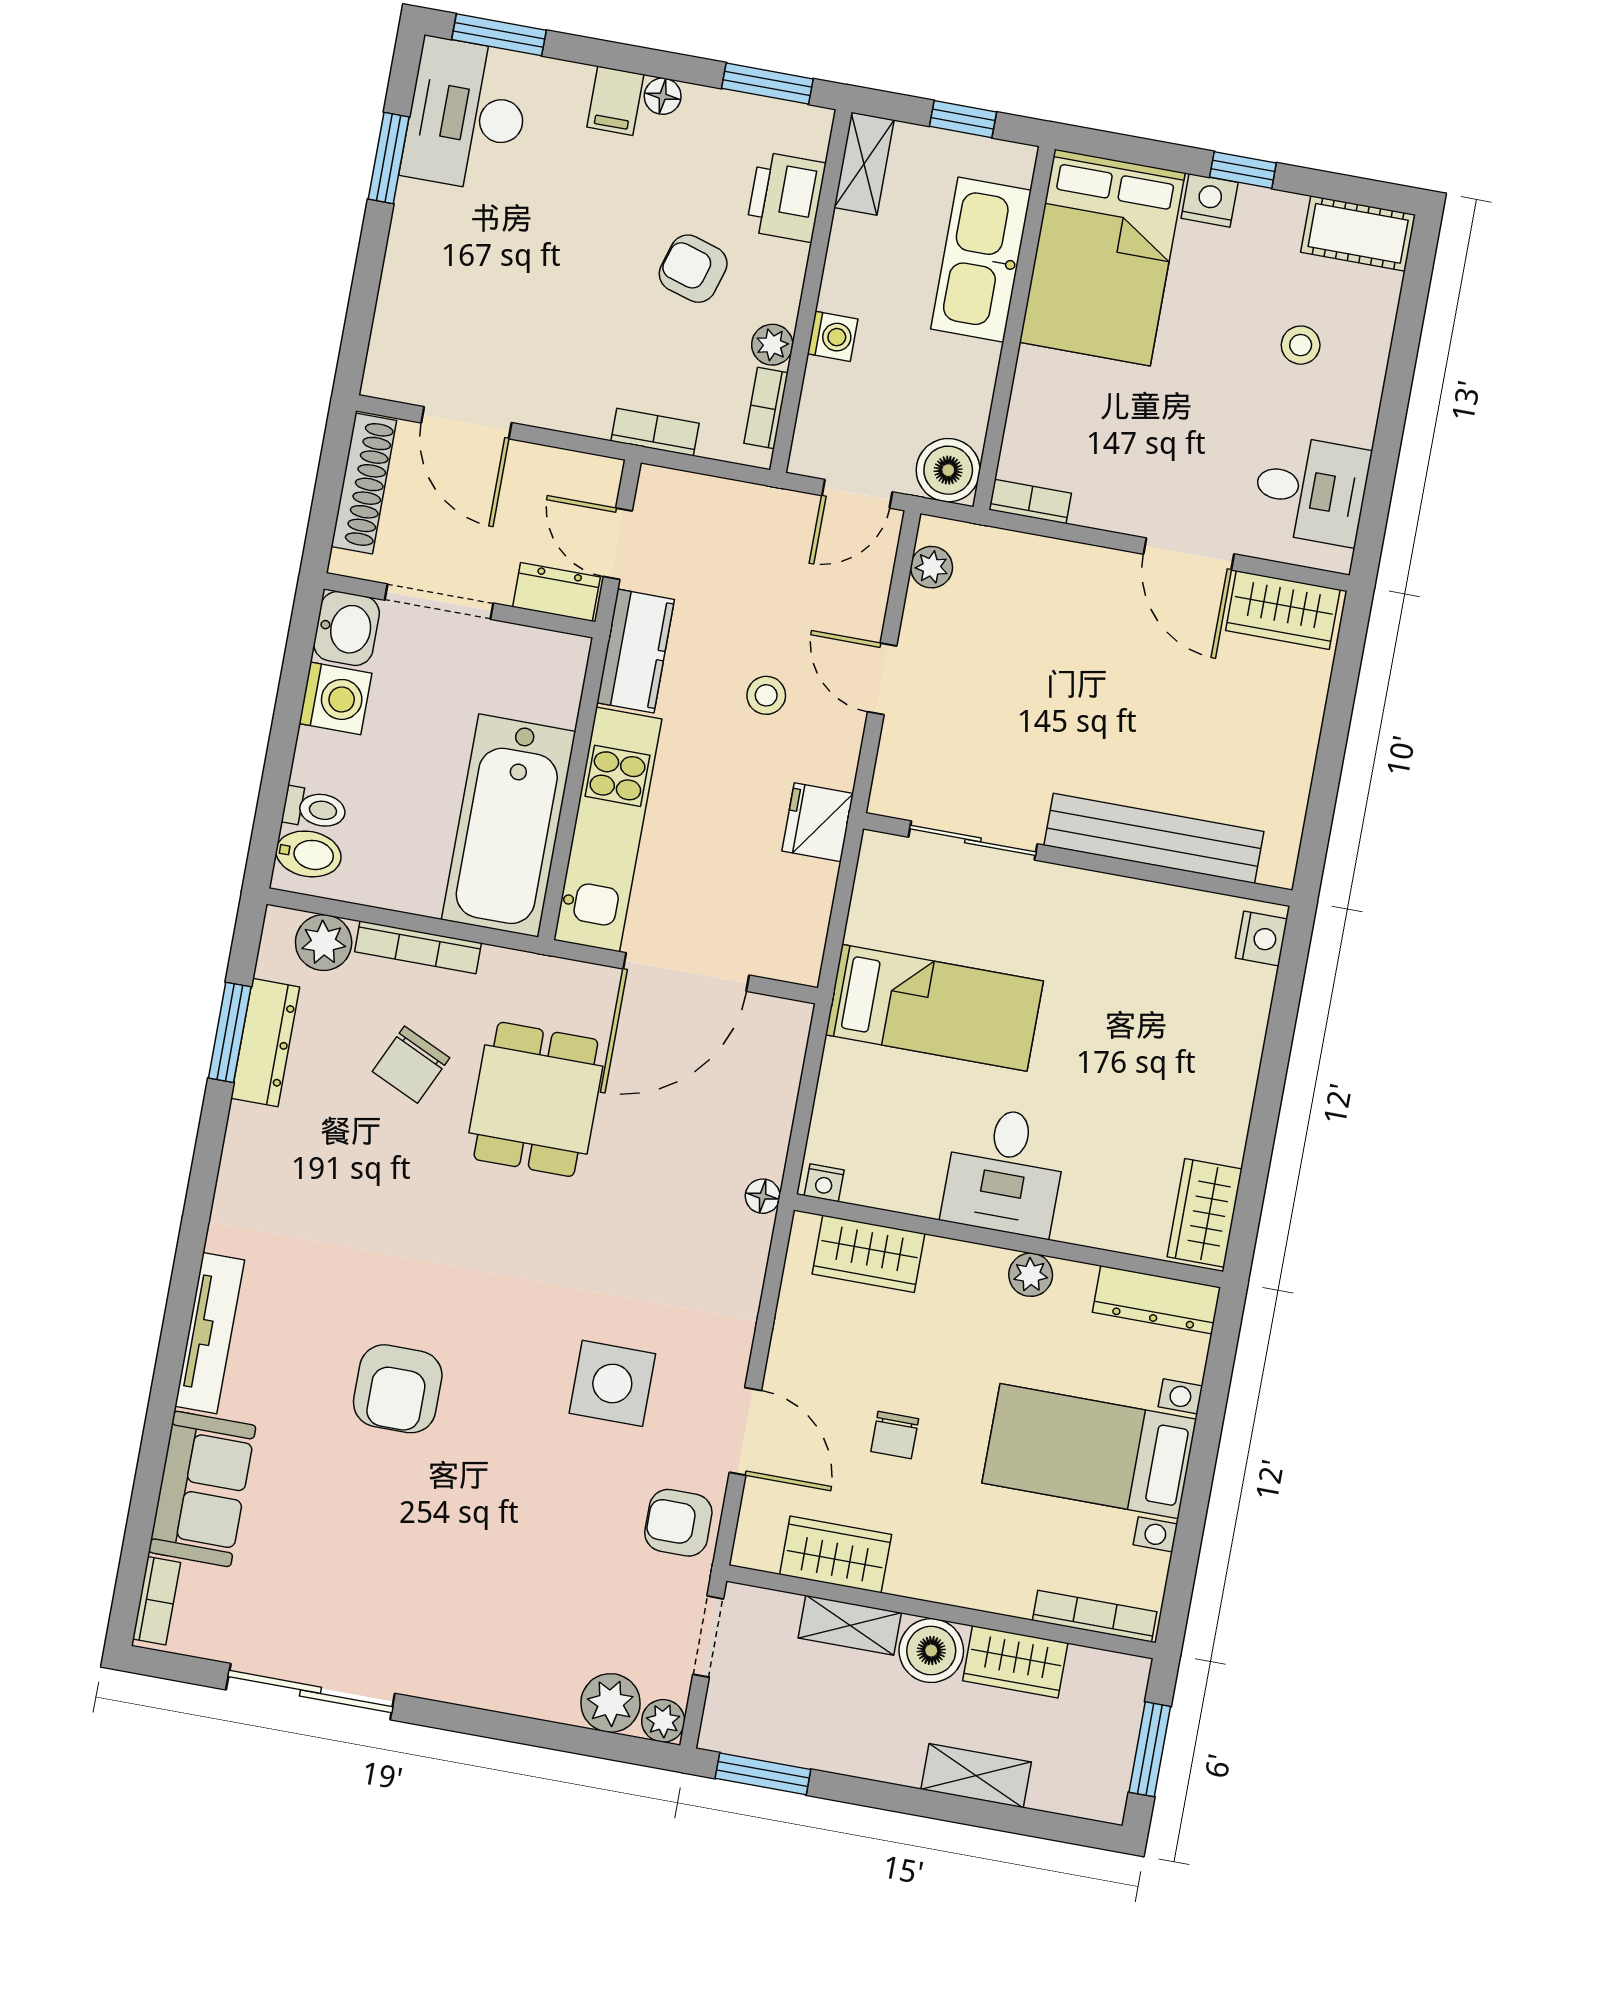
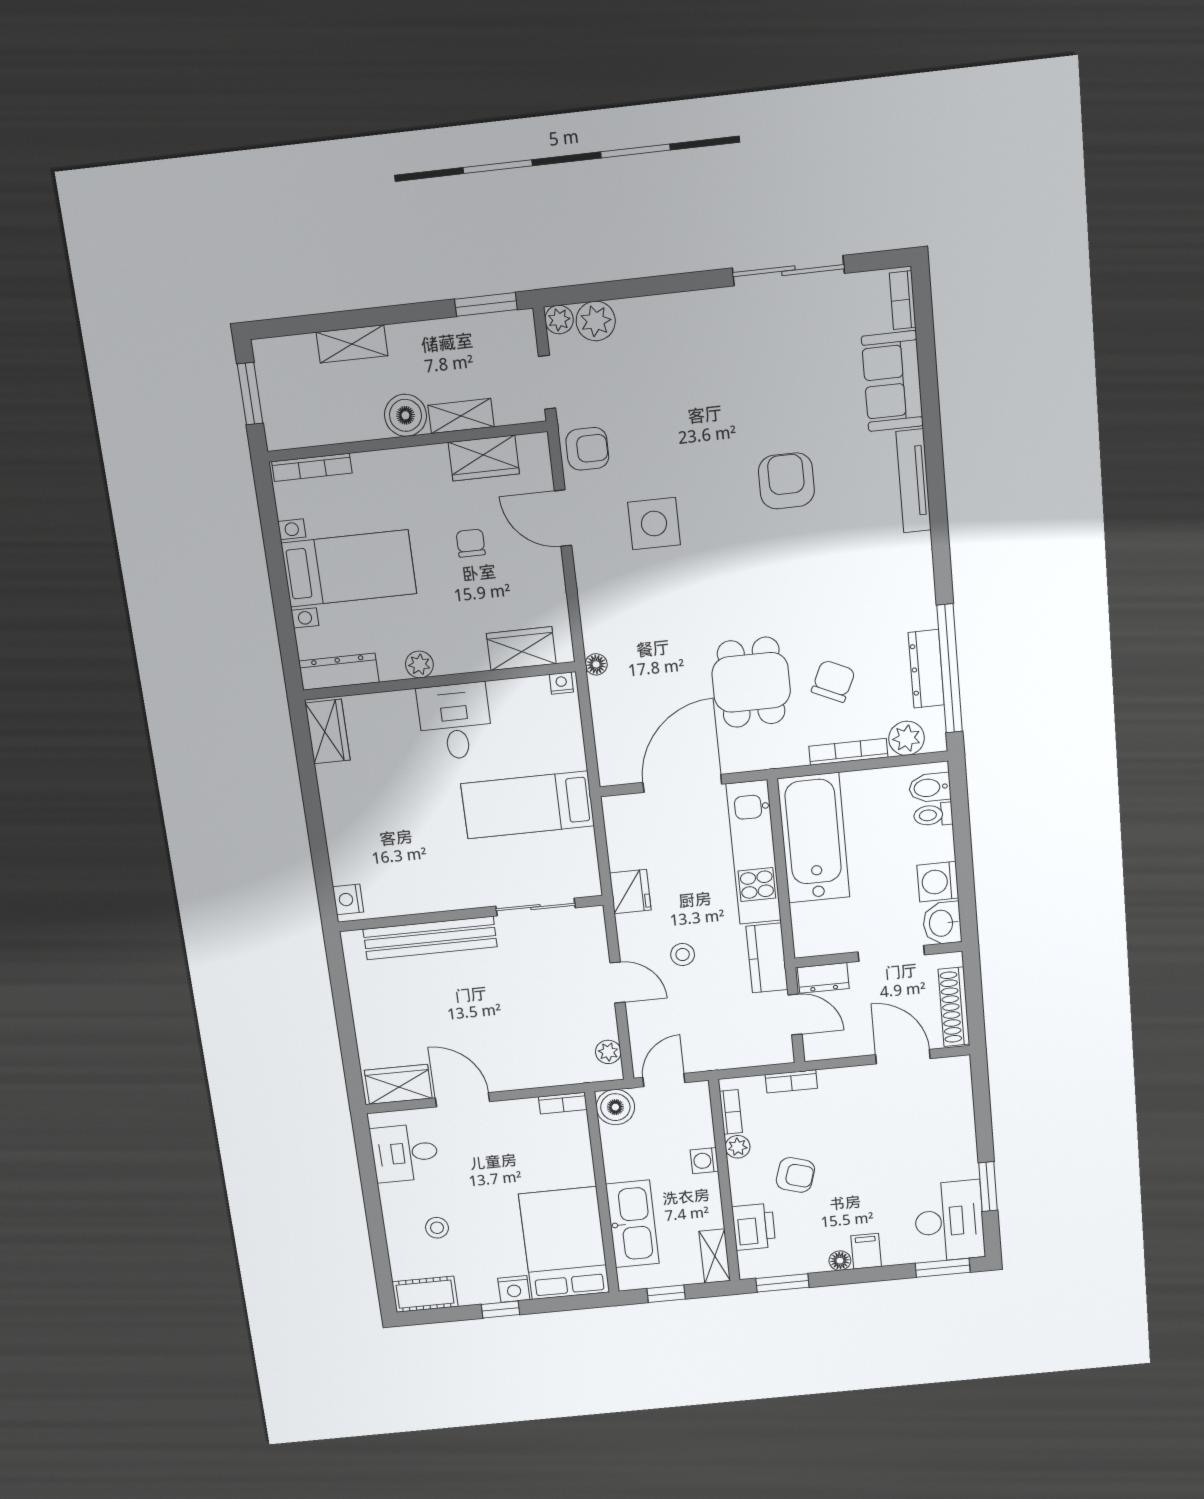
window: (230, 1032) -> (950, 669), width x2.11
wardrobe: (1015, 1662) -> (351, 424), removed

